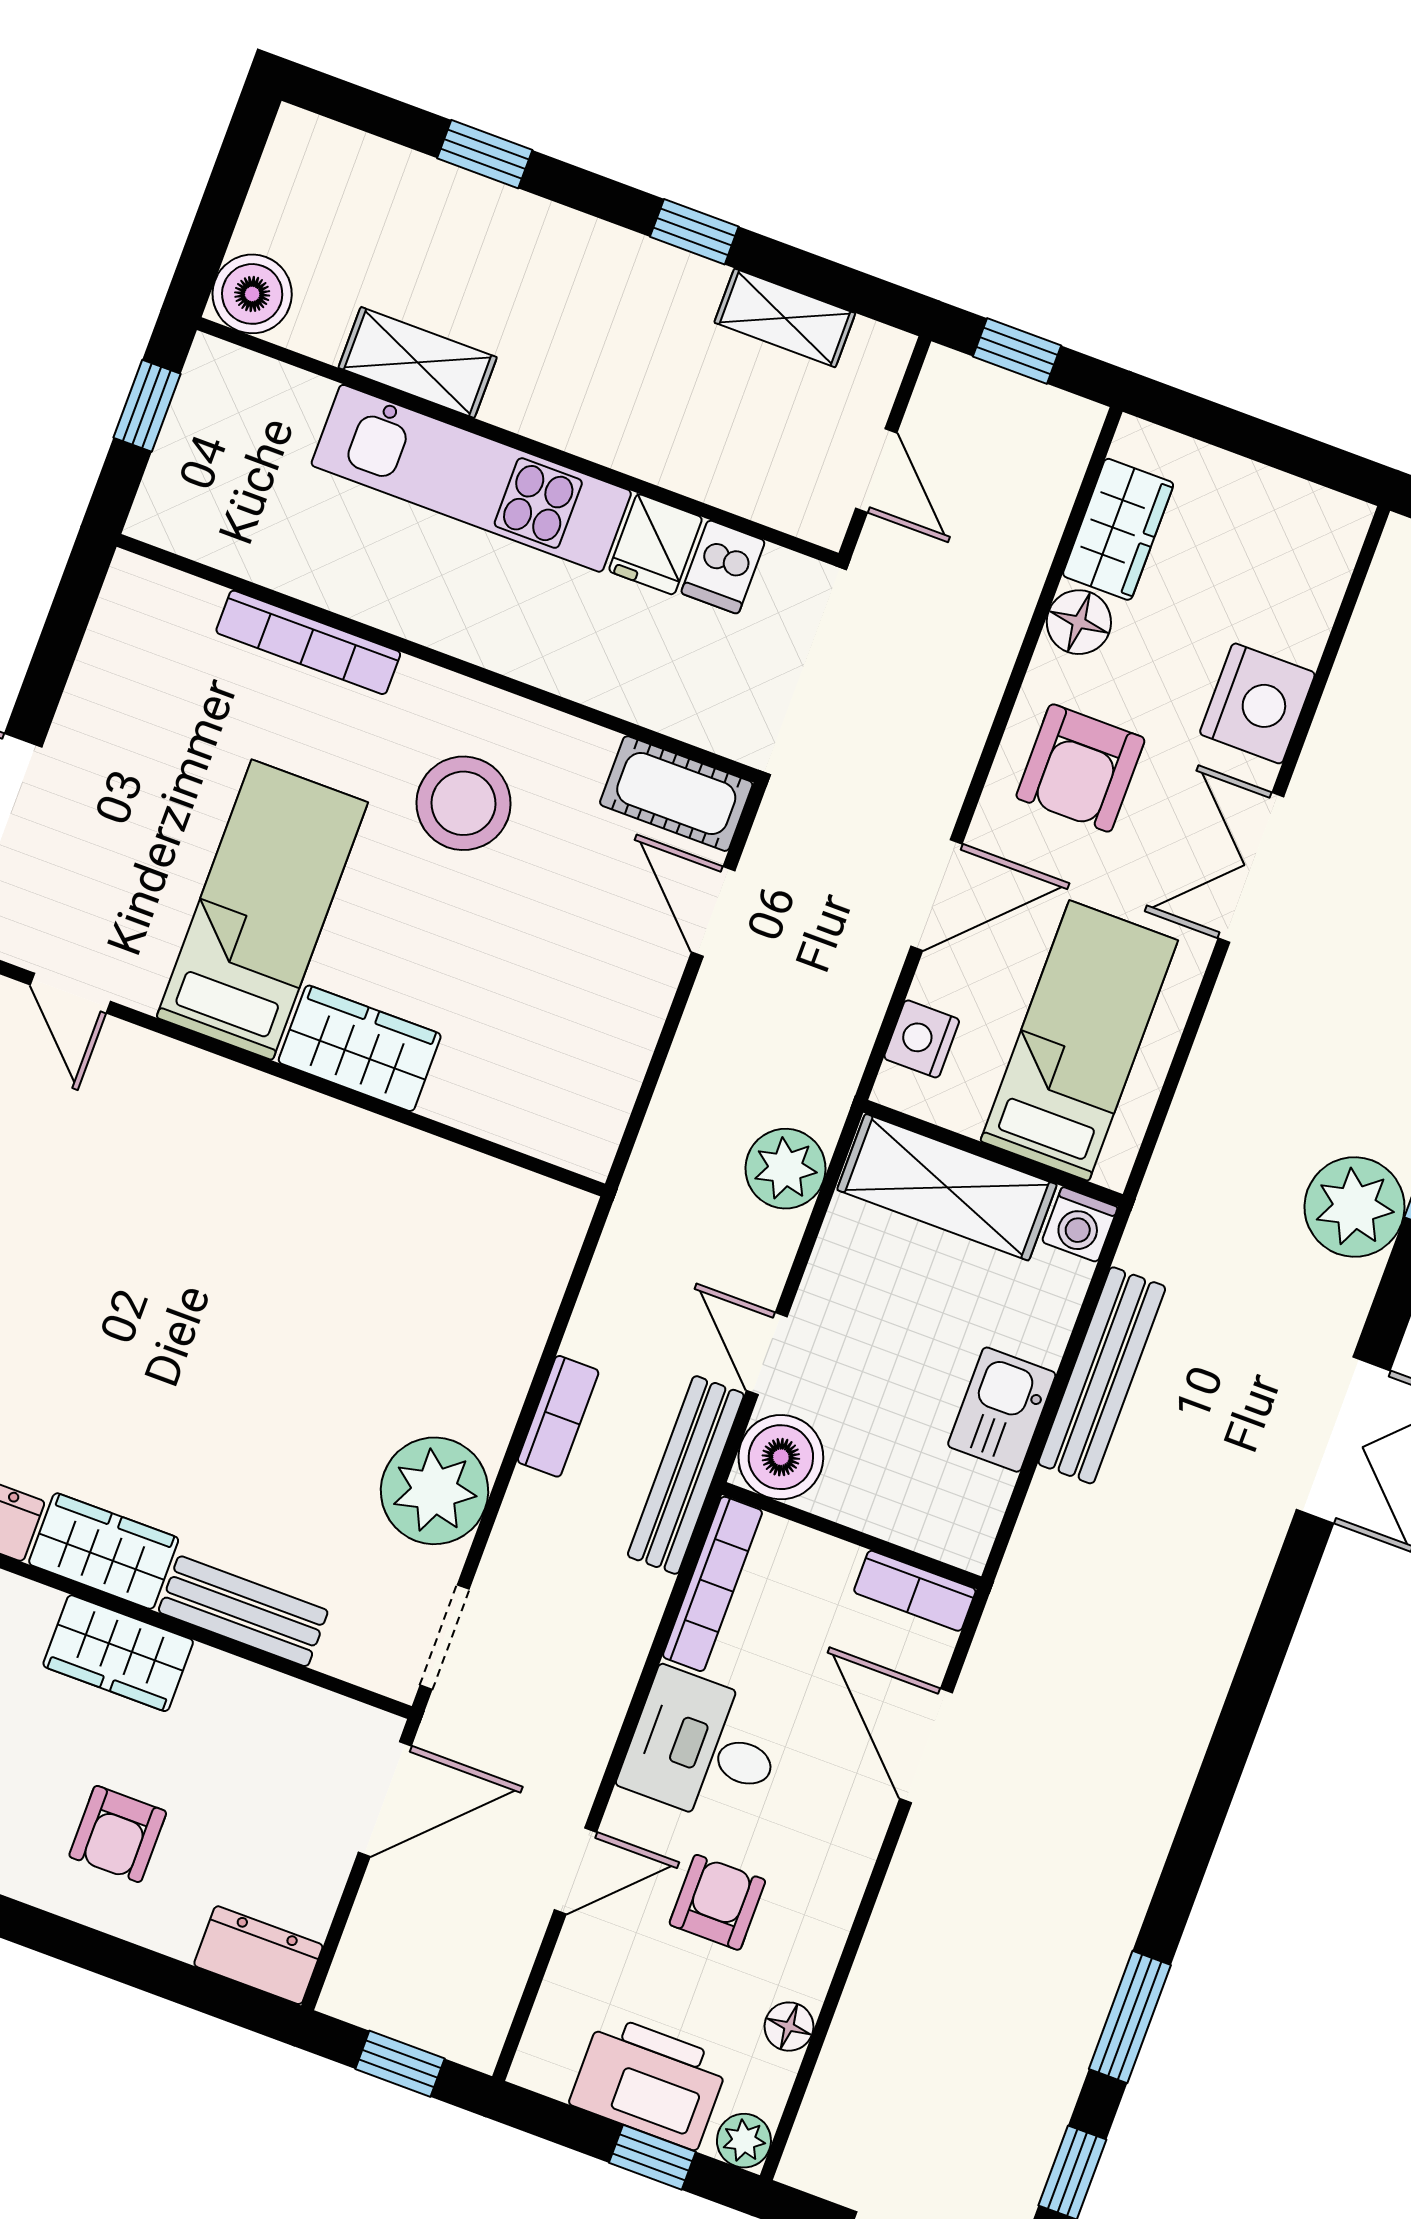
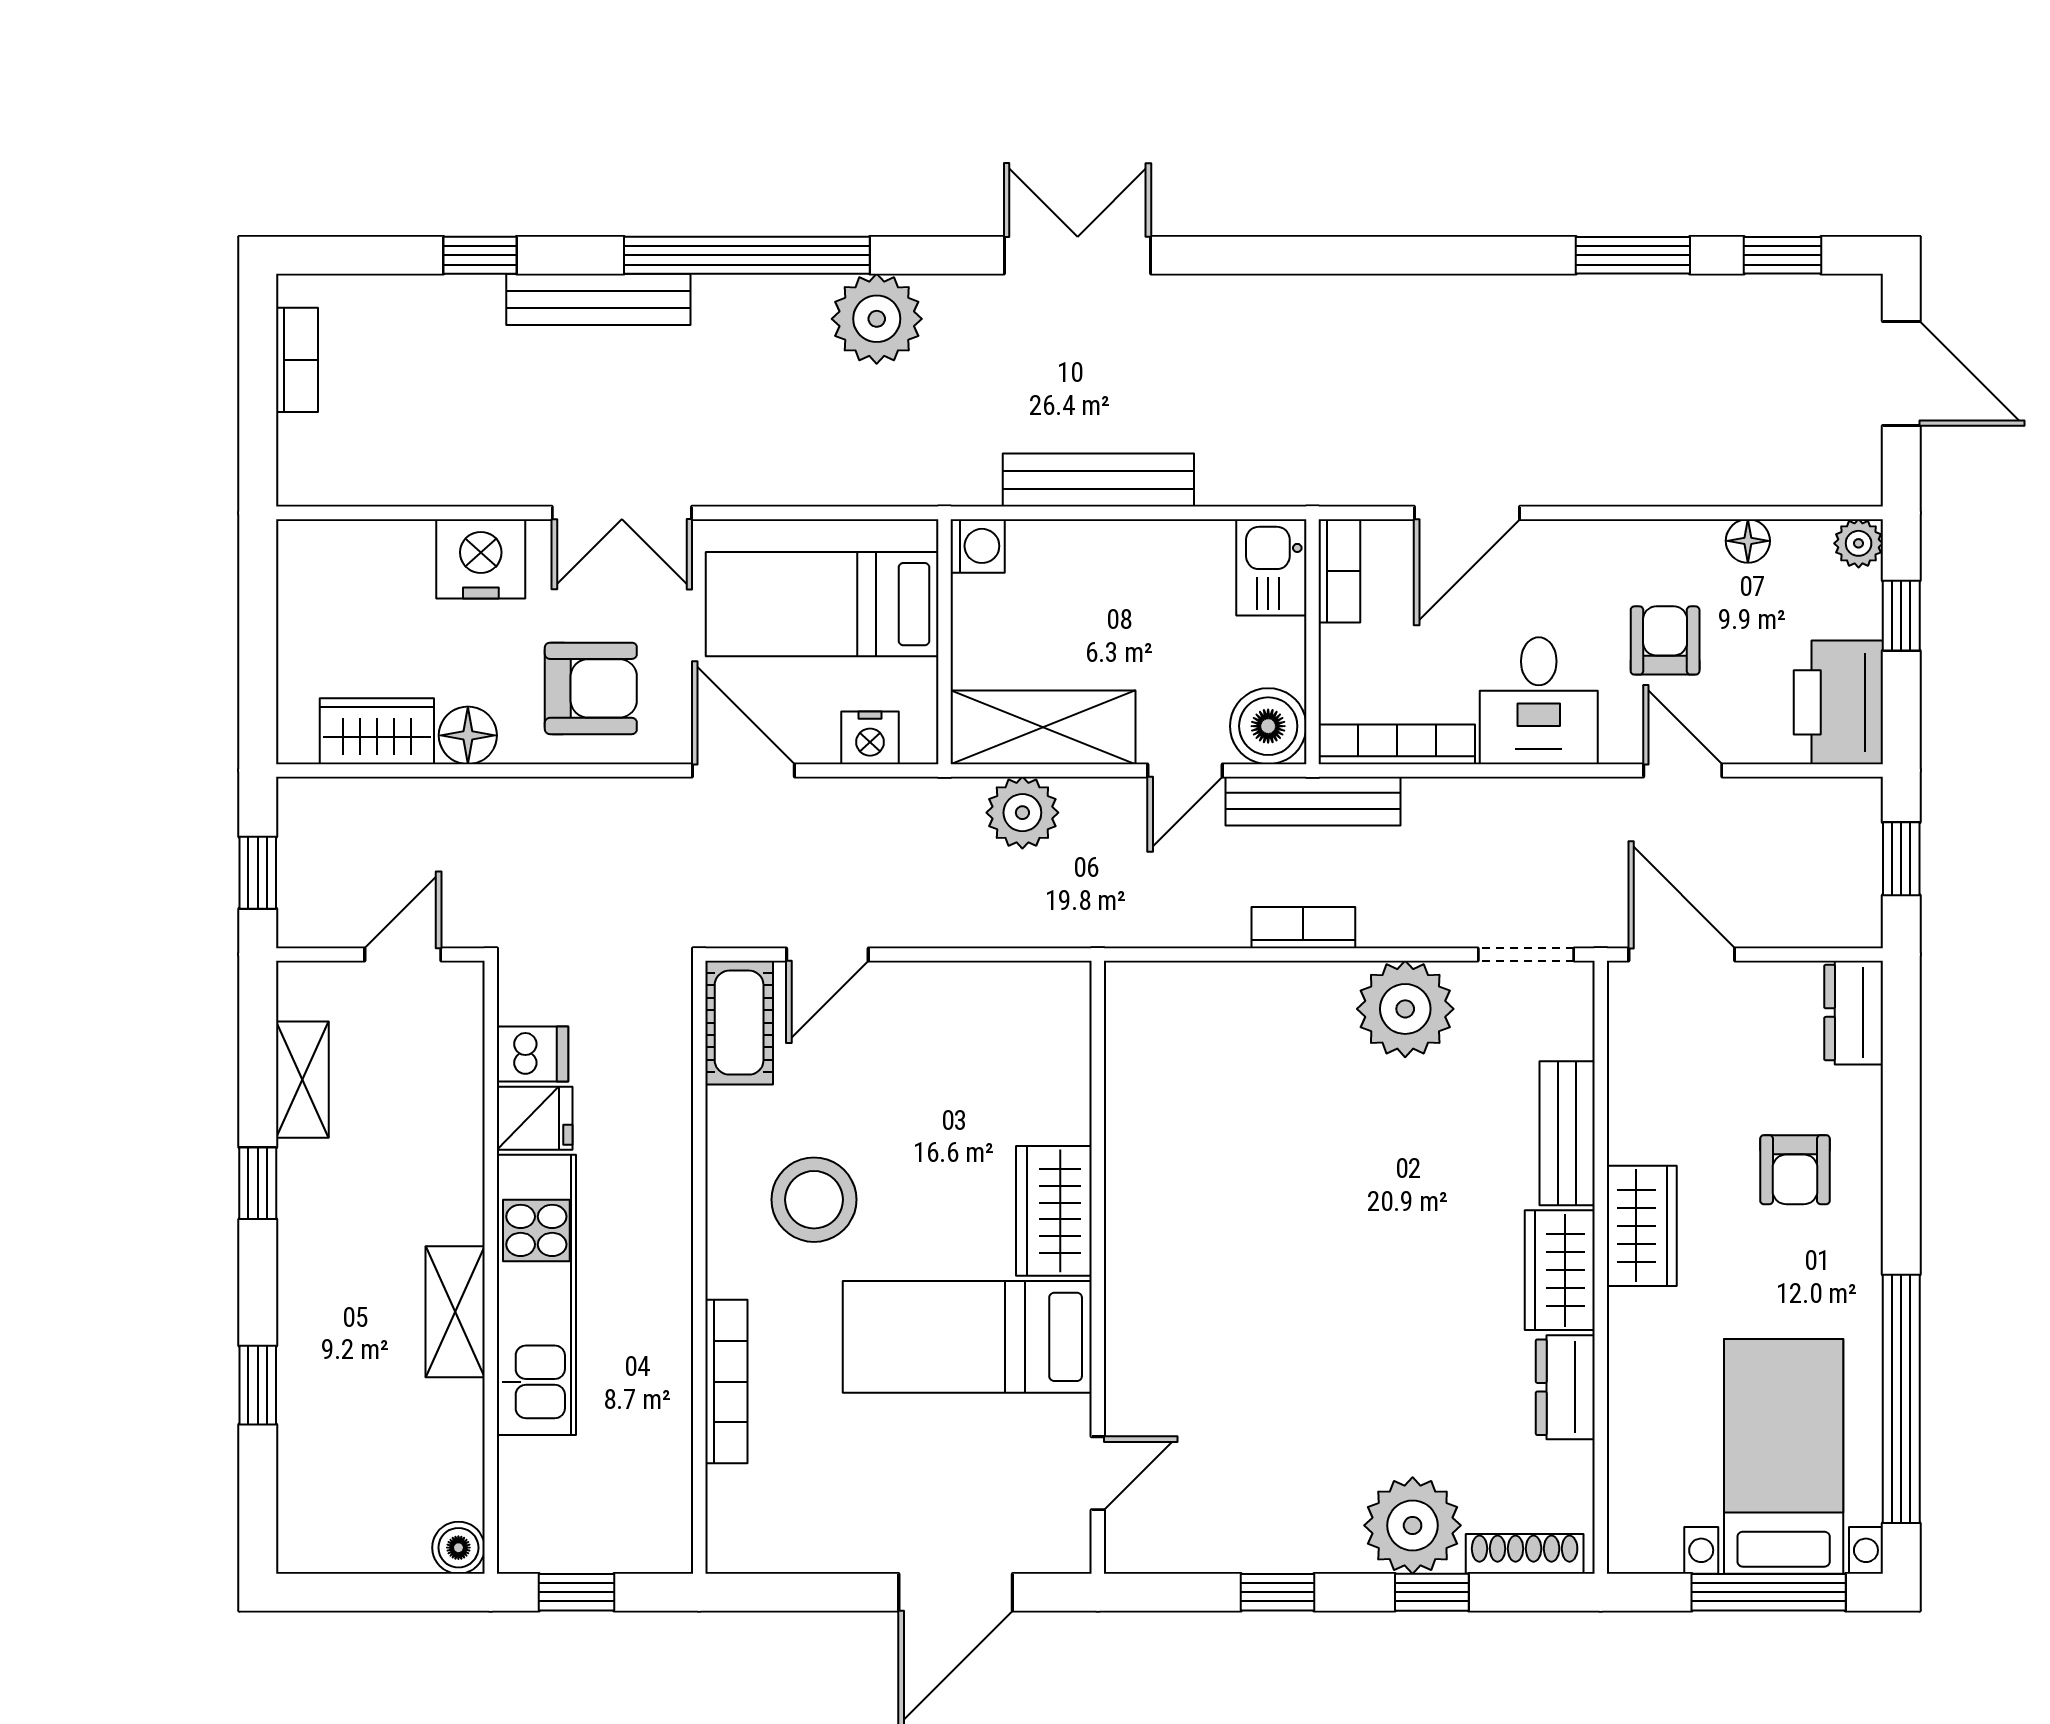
boiler: (252, 294) -> (458, 1548), width x0.73, depth x0.73
shelving: (418, 362) -> (455, 1312), moved
shelving: (947, 1187) -> (1043, 727), moved, turned 90
kitchen sink: (1002, 1410) -> (1271, 567), moved, turned 90
armchair: (118, 1834) -> (1795, 1170), turned 90
armchair: (717, 1902) -> (1665, 640), turned 90
printer: (649, 2082) -> (1838, 702), moved

